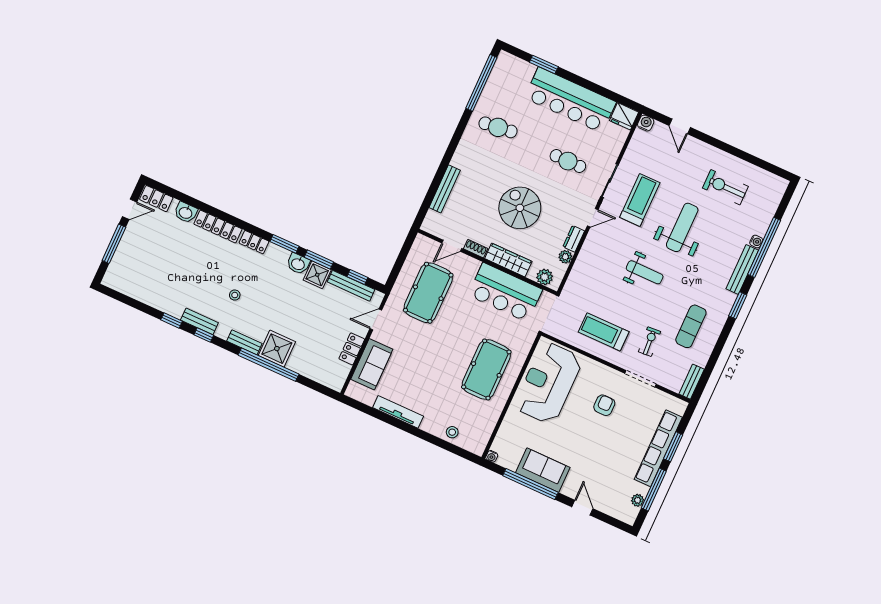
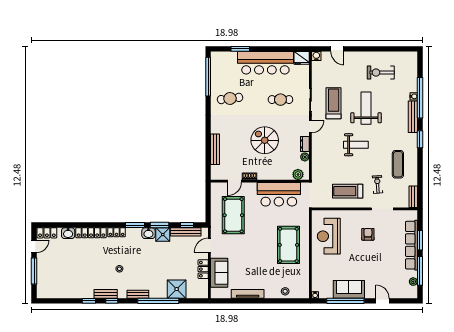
wardrobe: (508, 260) -> (272, 174), removed
shower: (277, 349) -> (177, 289), moved
reception desk: (548, 383) -> (329, 236), width x0.74, depth x0.77

